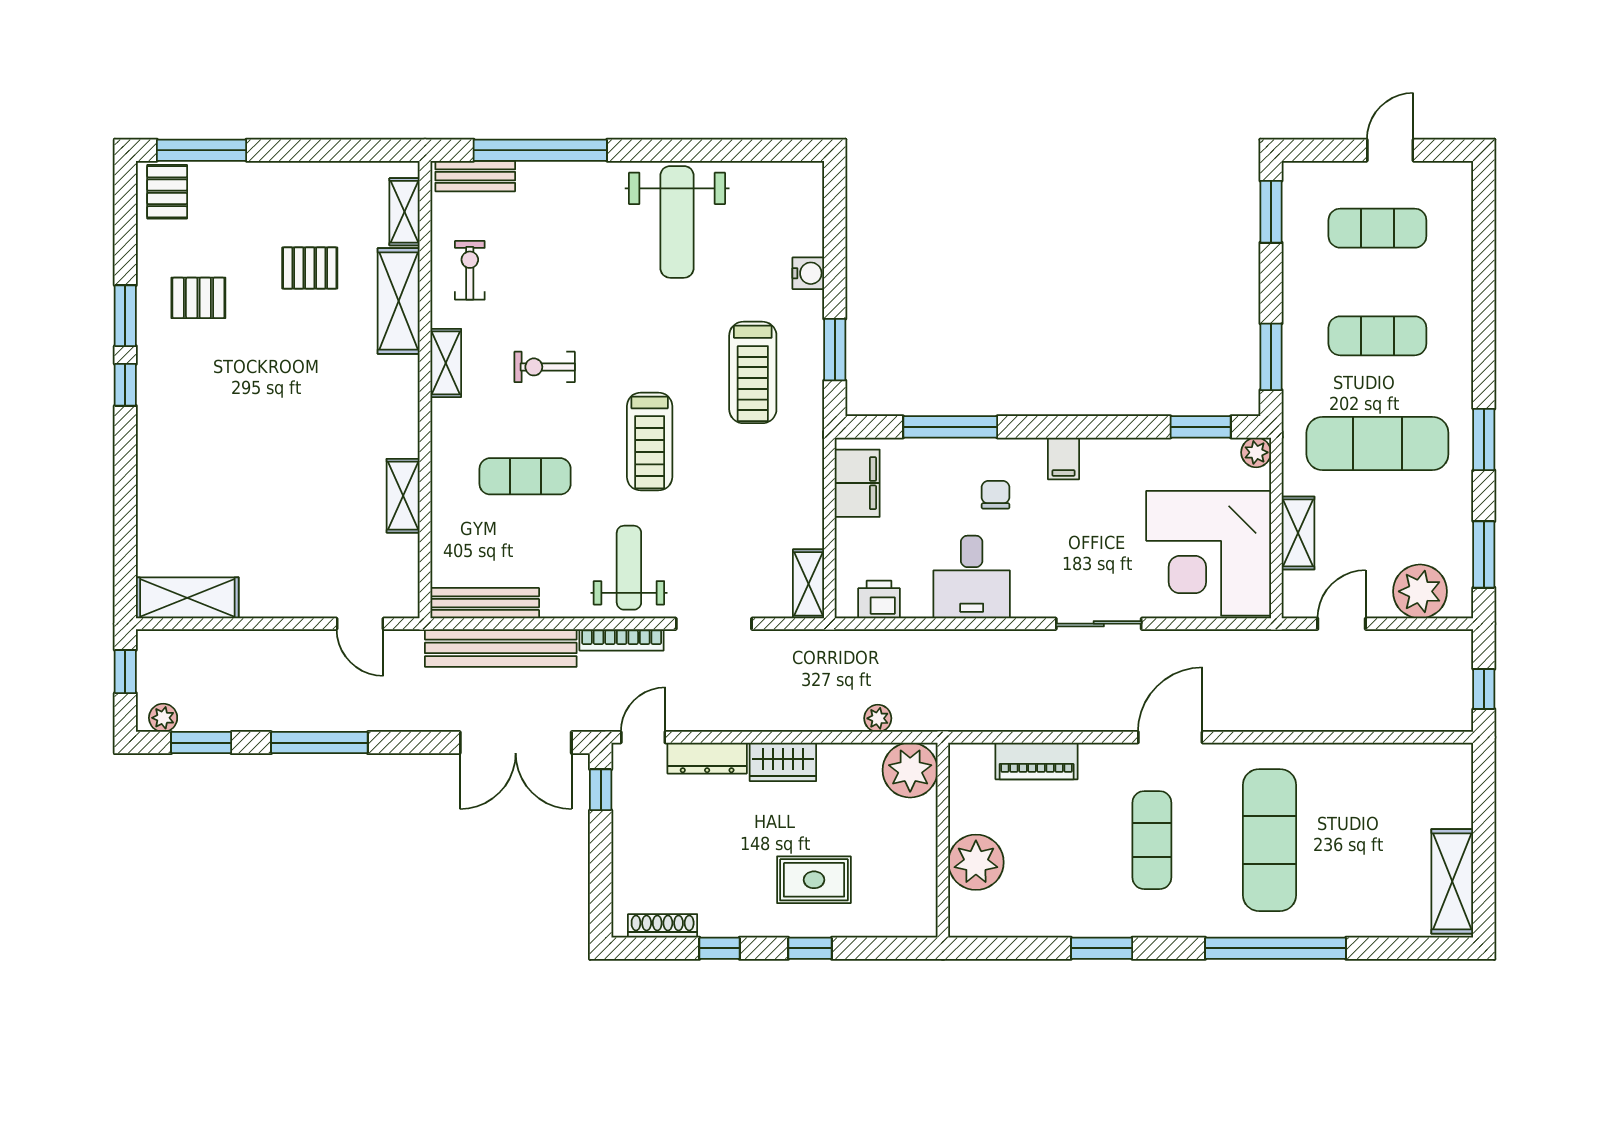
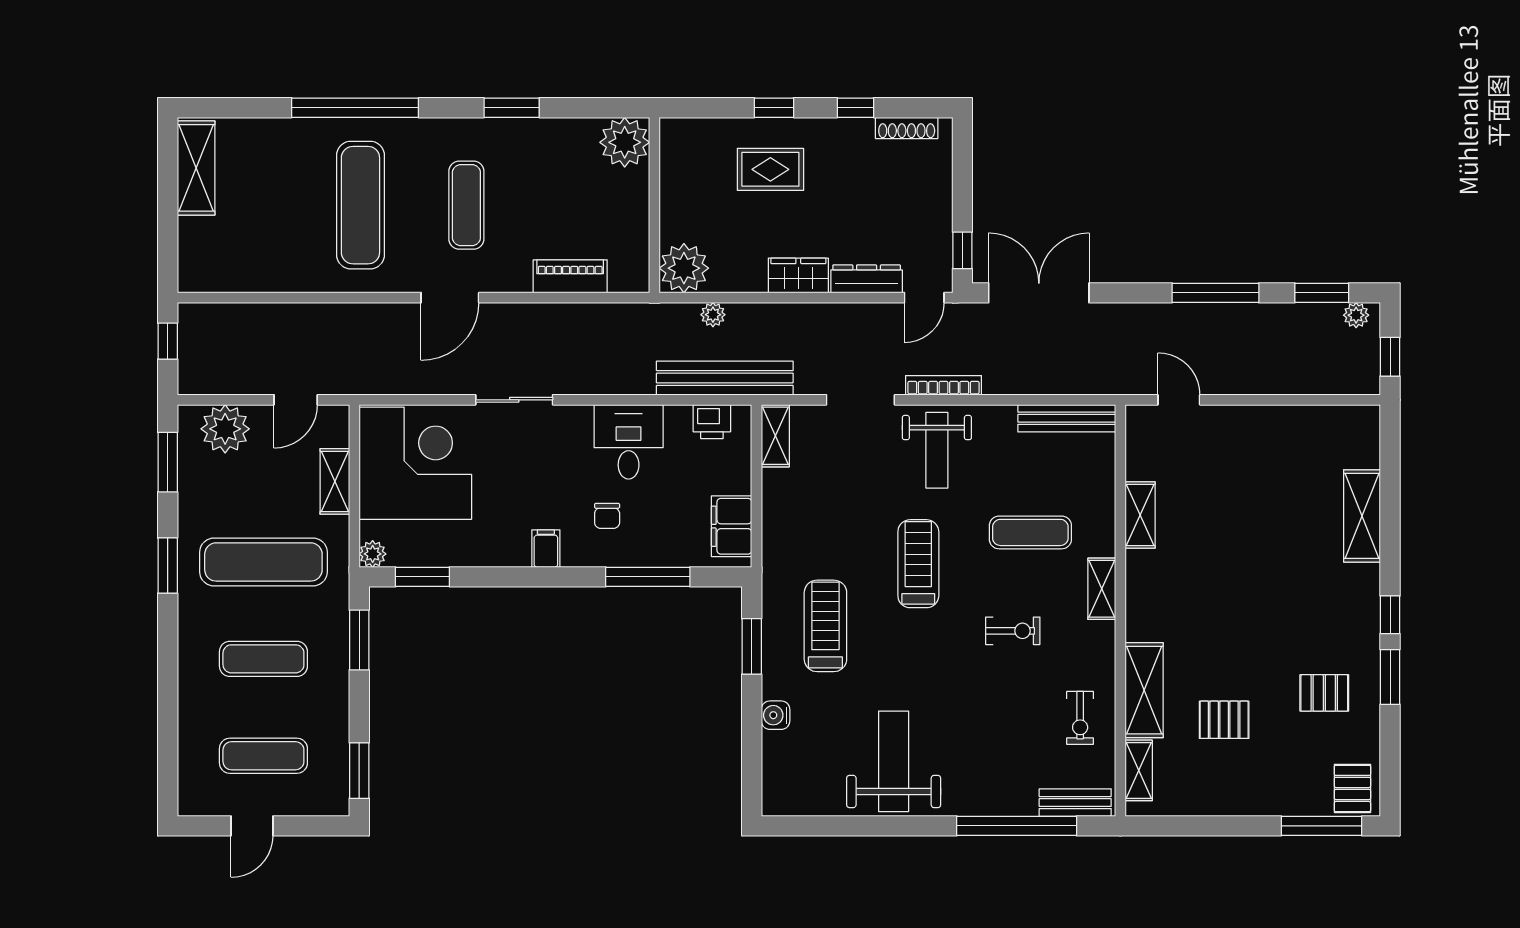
shelving: (446, 363) -> (1102, 589), moved
shelving: (187, 598) -> (1362, 516), moved, turned 90
bench: (501, 648) -> (725, 378), moved
plant: (976, 862) -> (625, 142), moved

